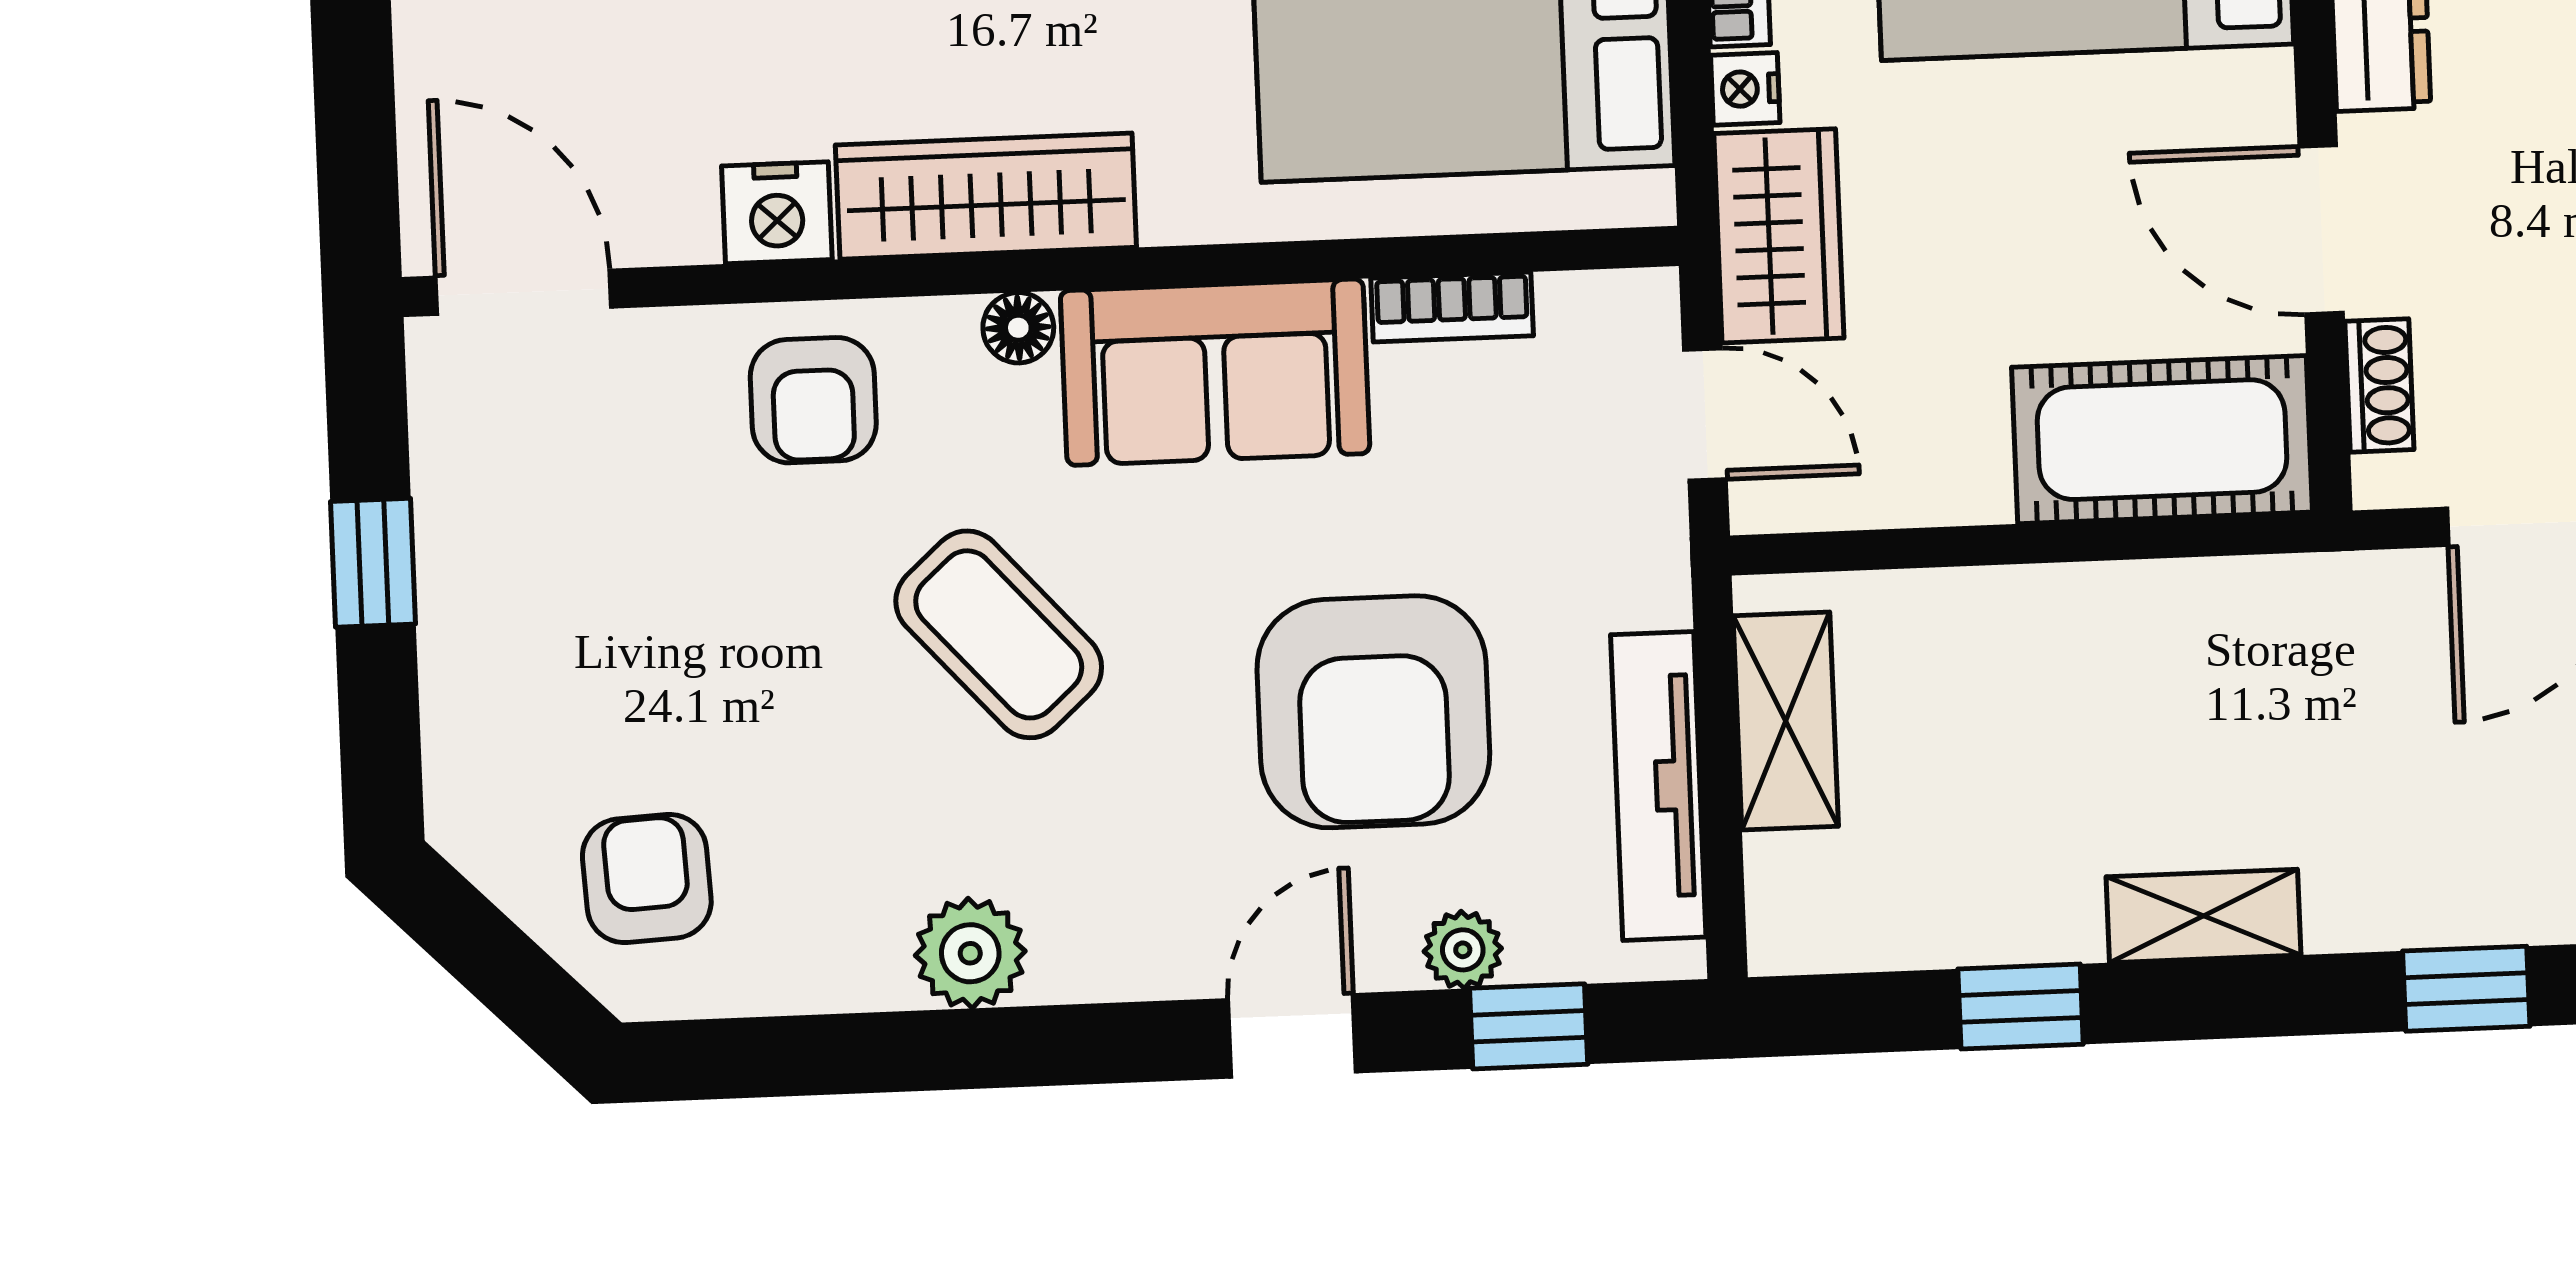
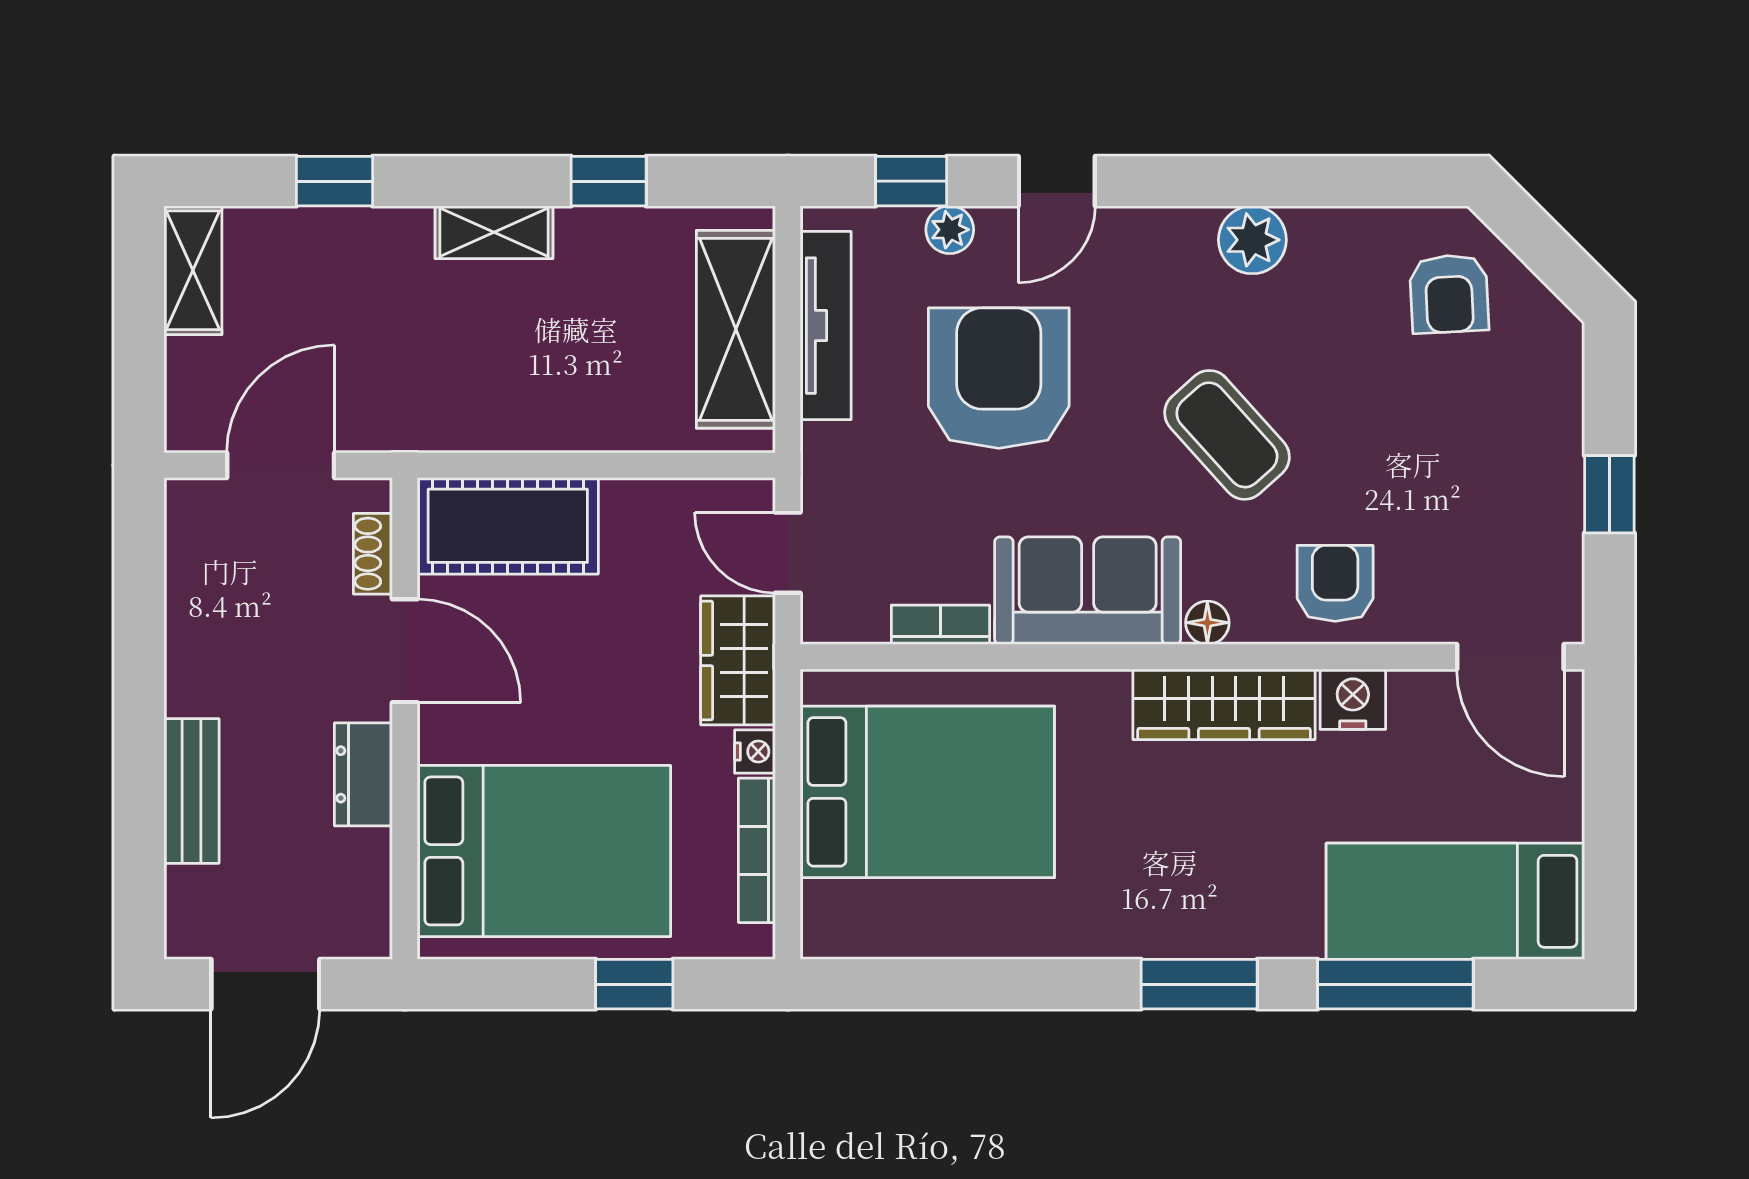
shelving: (1786, 721) -> (736, 329), width x1.50, depth x1.33

